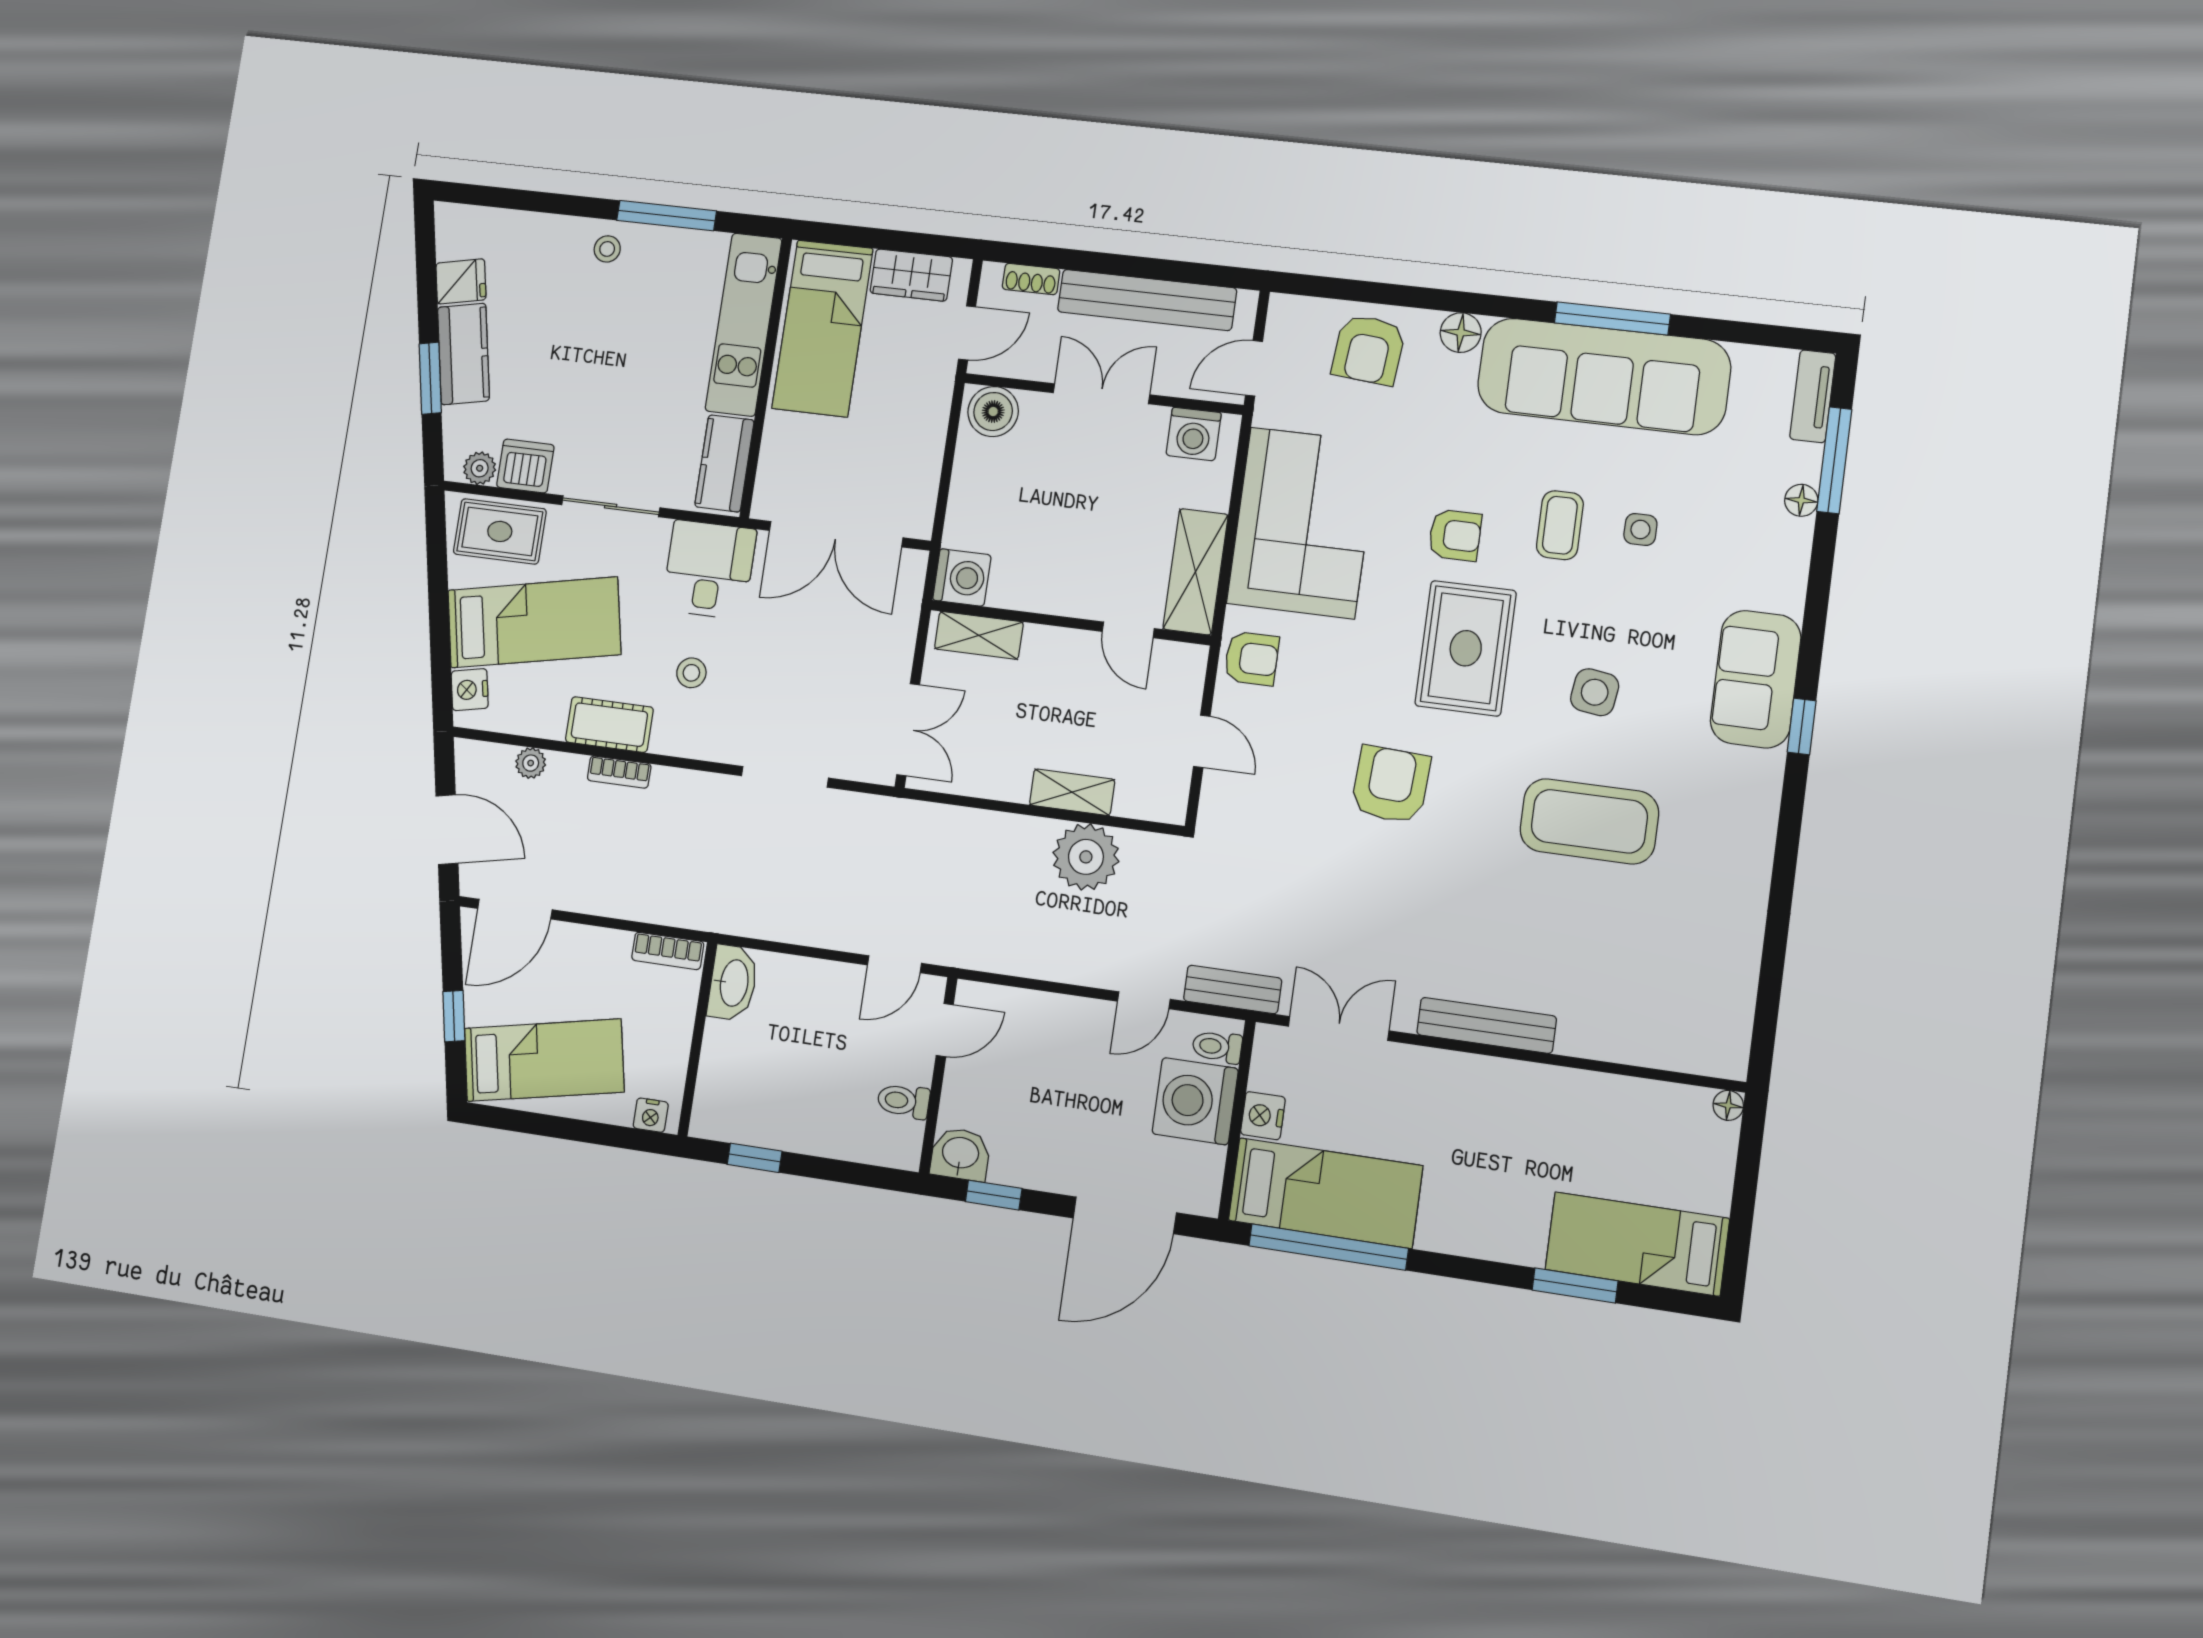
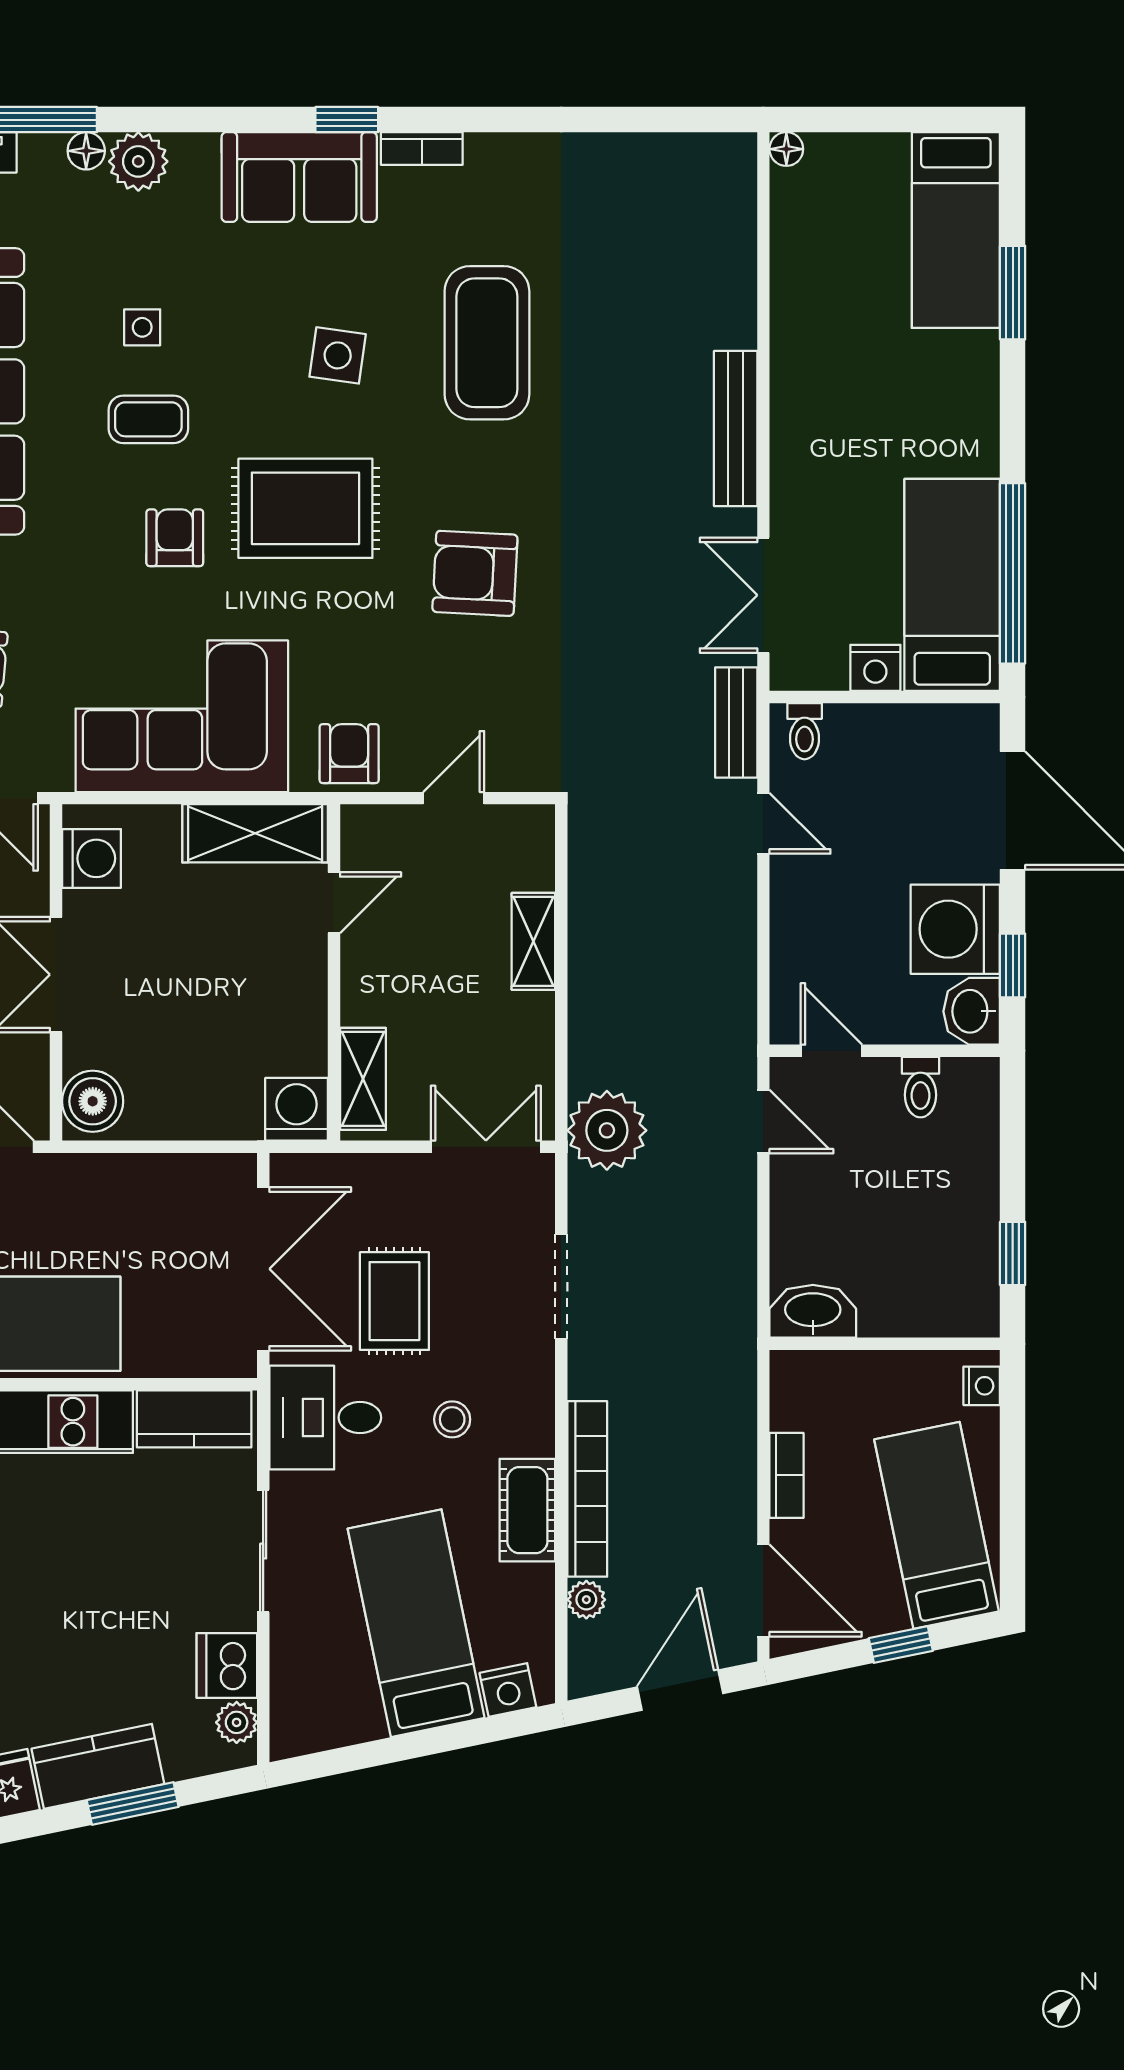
rug: (500, 531) -> (394, 1301), moved
plant: (1786, 543) -> (138, 161), added
bookcase: (619, 772) -> (587, 1489), width x2.31, depth x1.31
bookcase: (1768, 788) -> (422, 149), added
plant: (1086, 857) -> (607, 1130), moved
bookcase: (668, 951) -> (786, 1475), moved
washing machine: (1195, 1101) -> (955, 929), moved, turned 90

